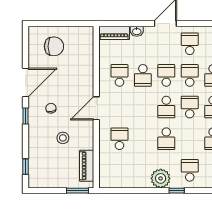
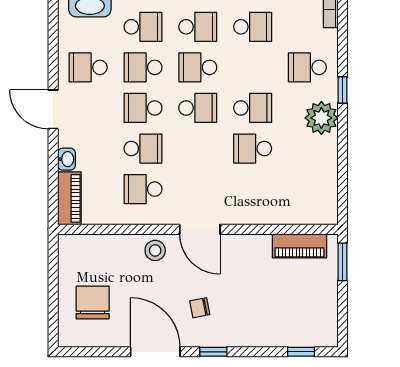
stool: (63, 138) -> (155, 250), moved
school desk: (119, 139) -> (253, 149), moved

